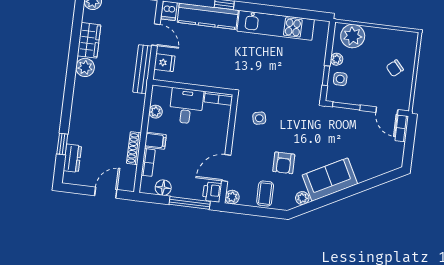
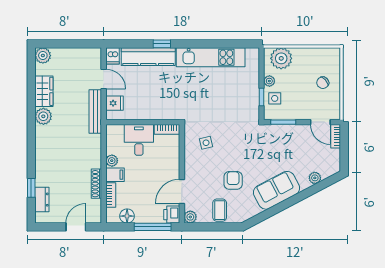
plant: (156, 112) -> (112, 161), moved
armchair: (284, 163) -> (233, 180), turned 180
plant: (302, 198) -> (315, 178), moved

